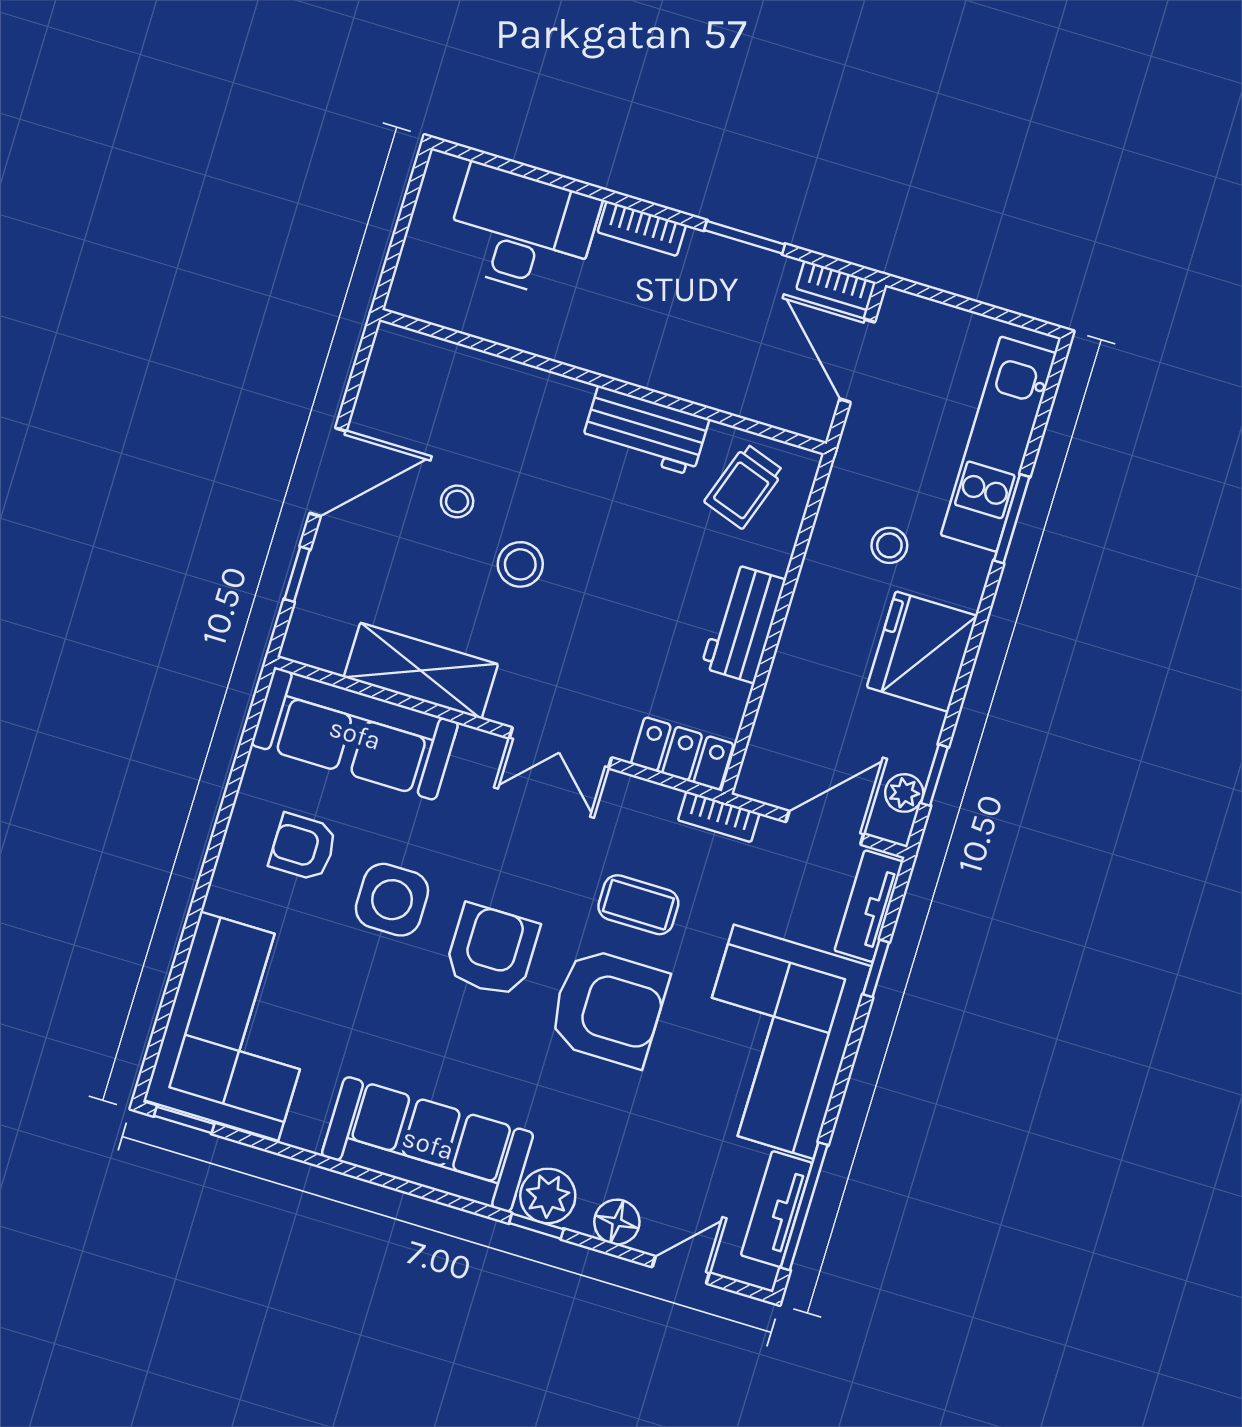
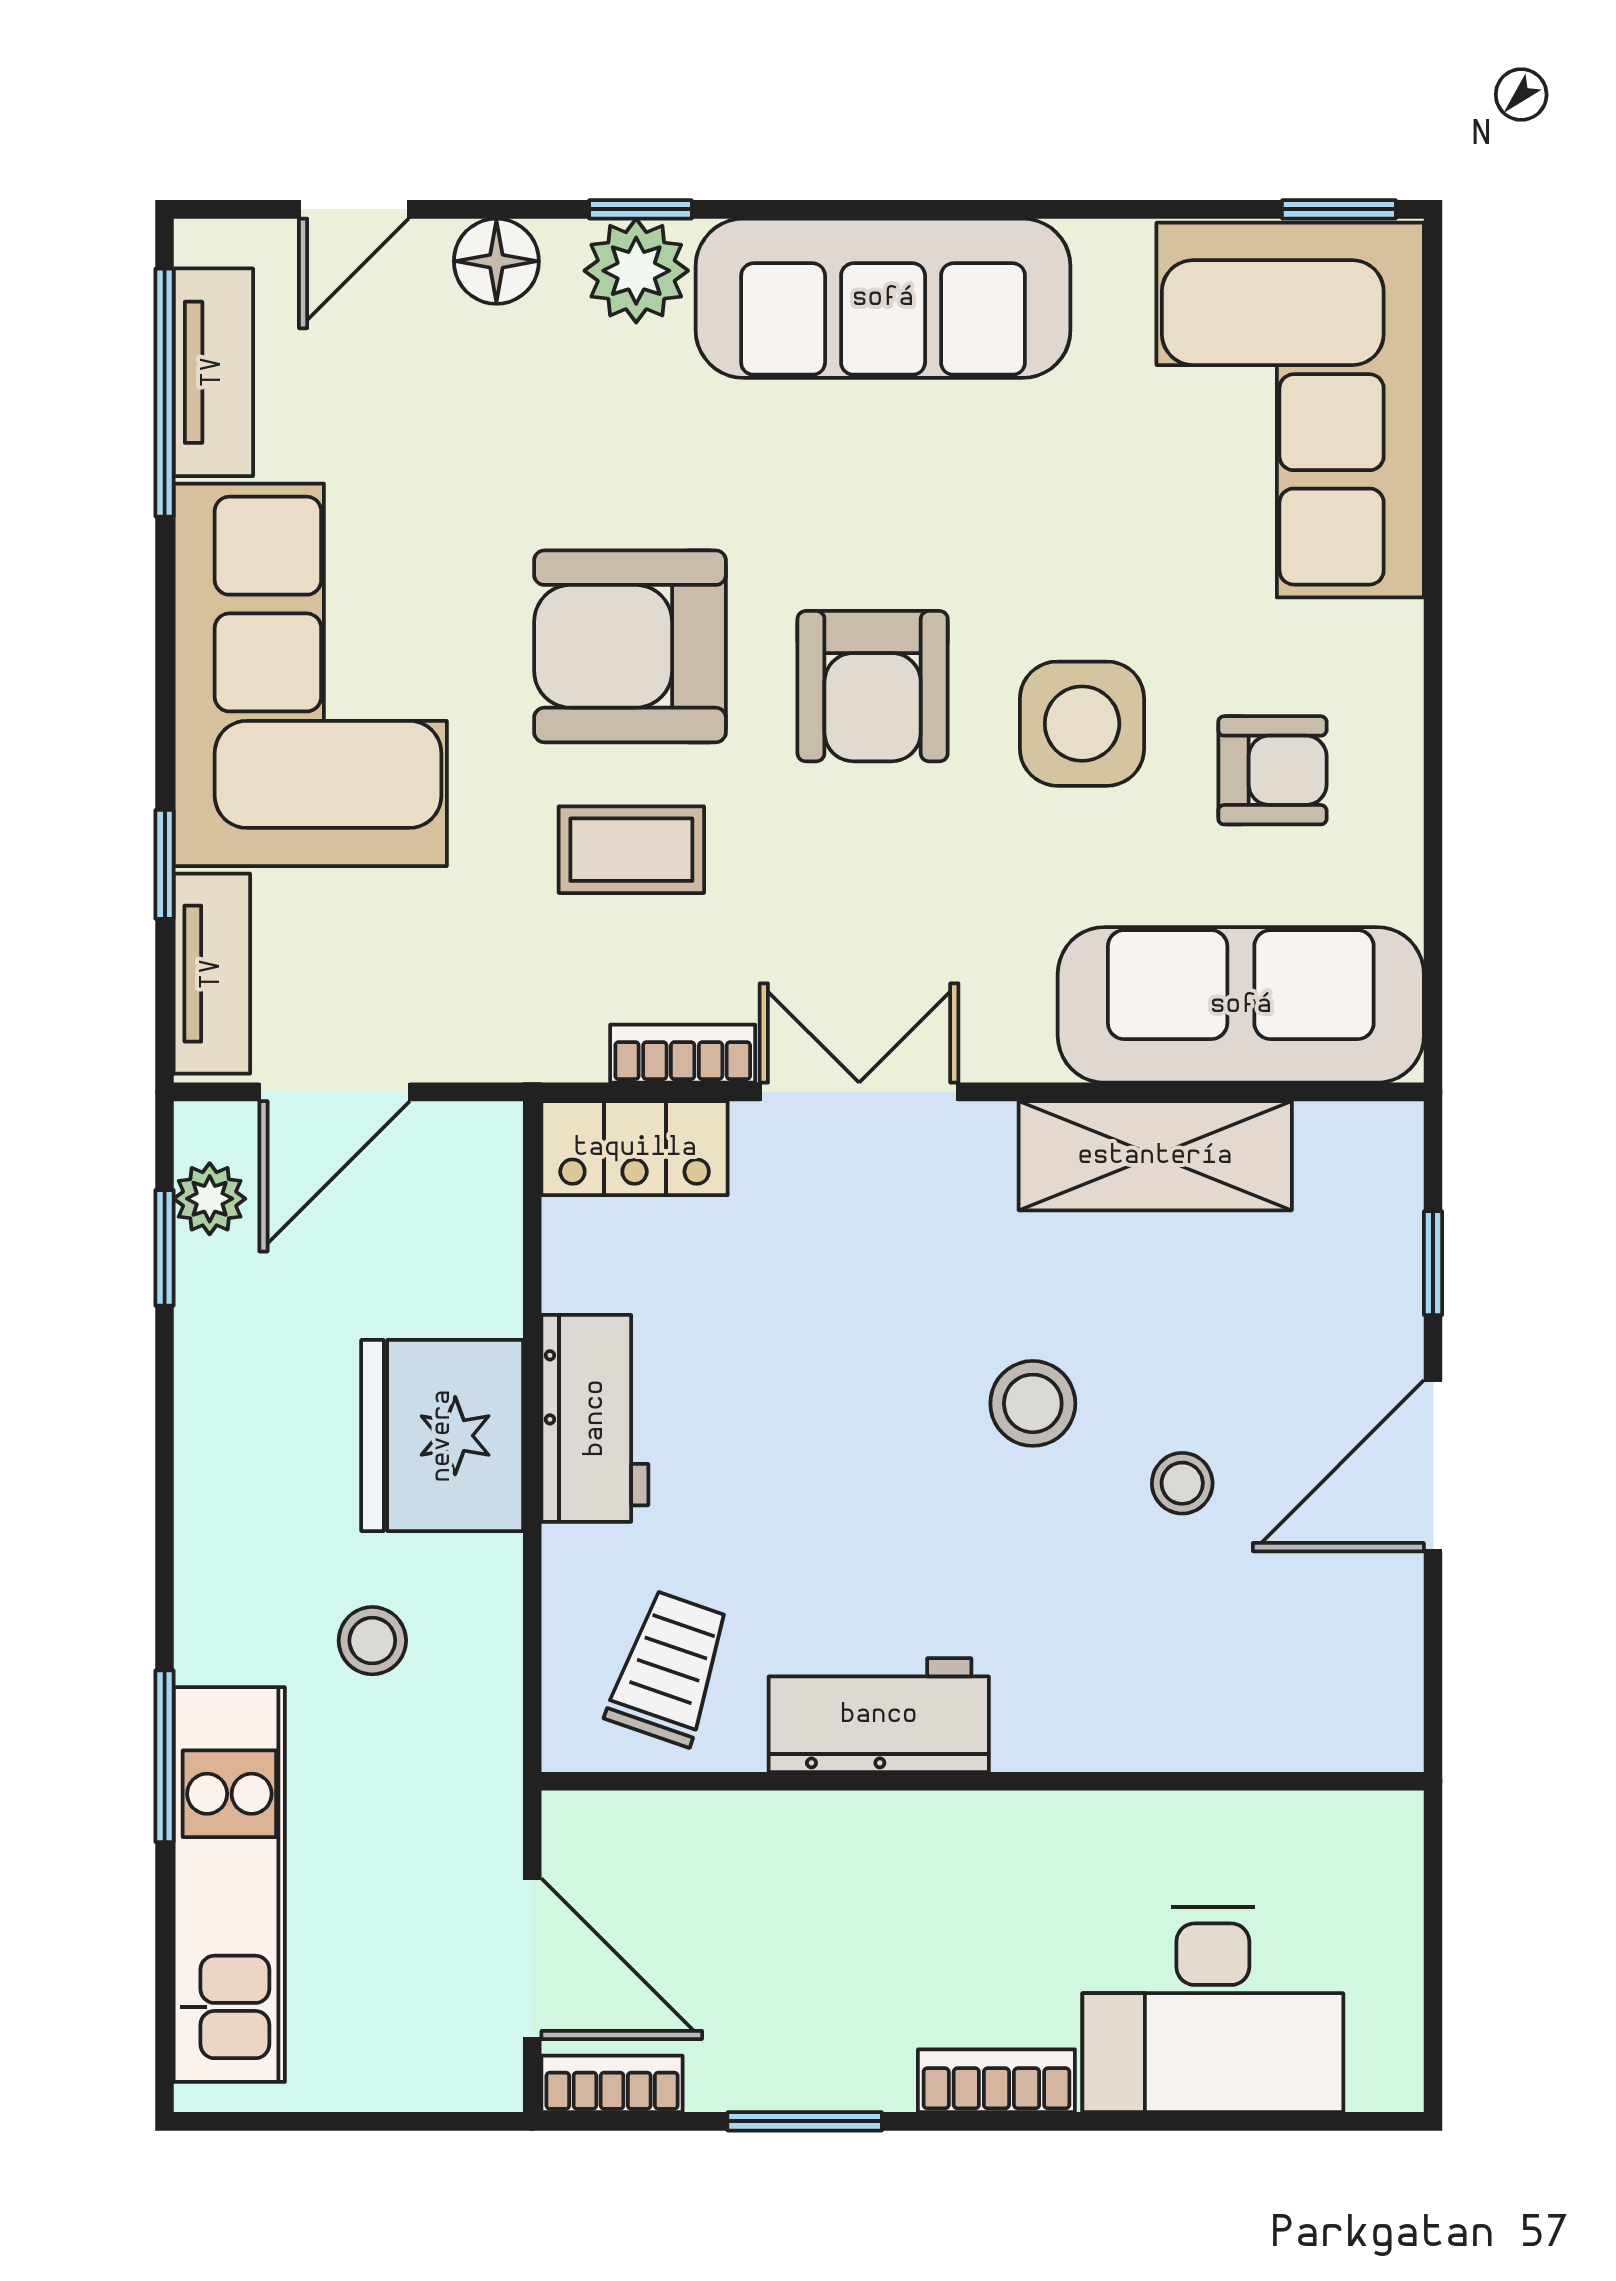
fridge: (922, 652) -> (442, 1436), moved, turned 180
bookcase: (719, 817) -> (683, 1054), moved

